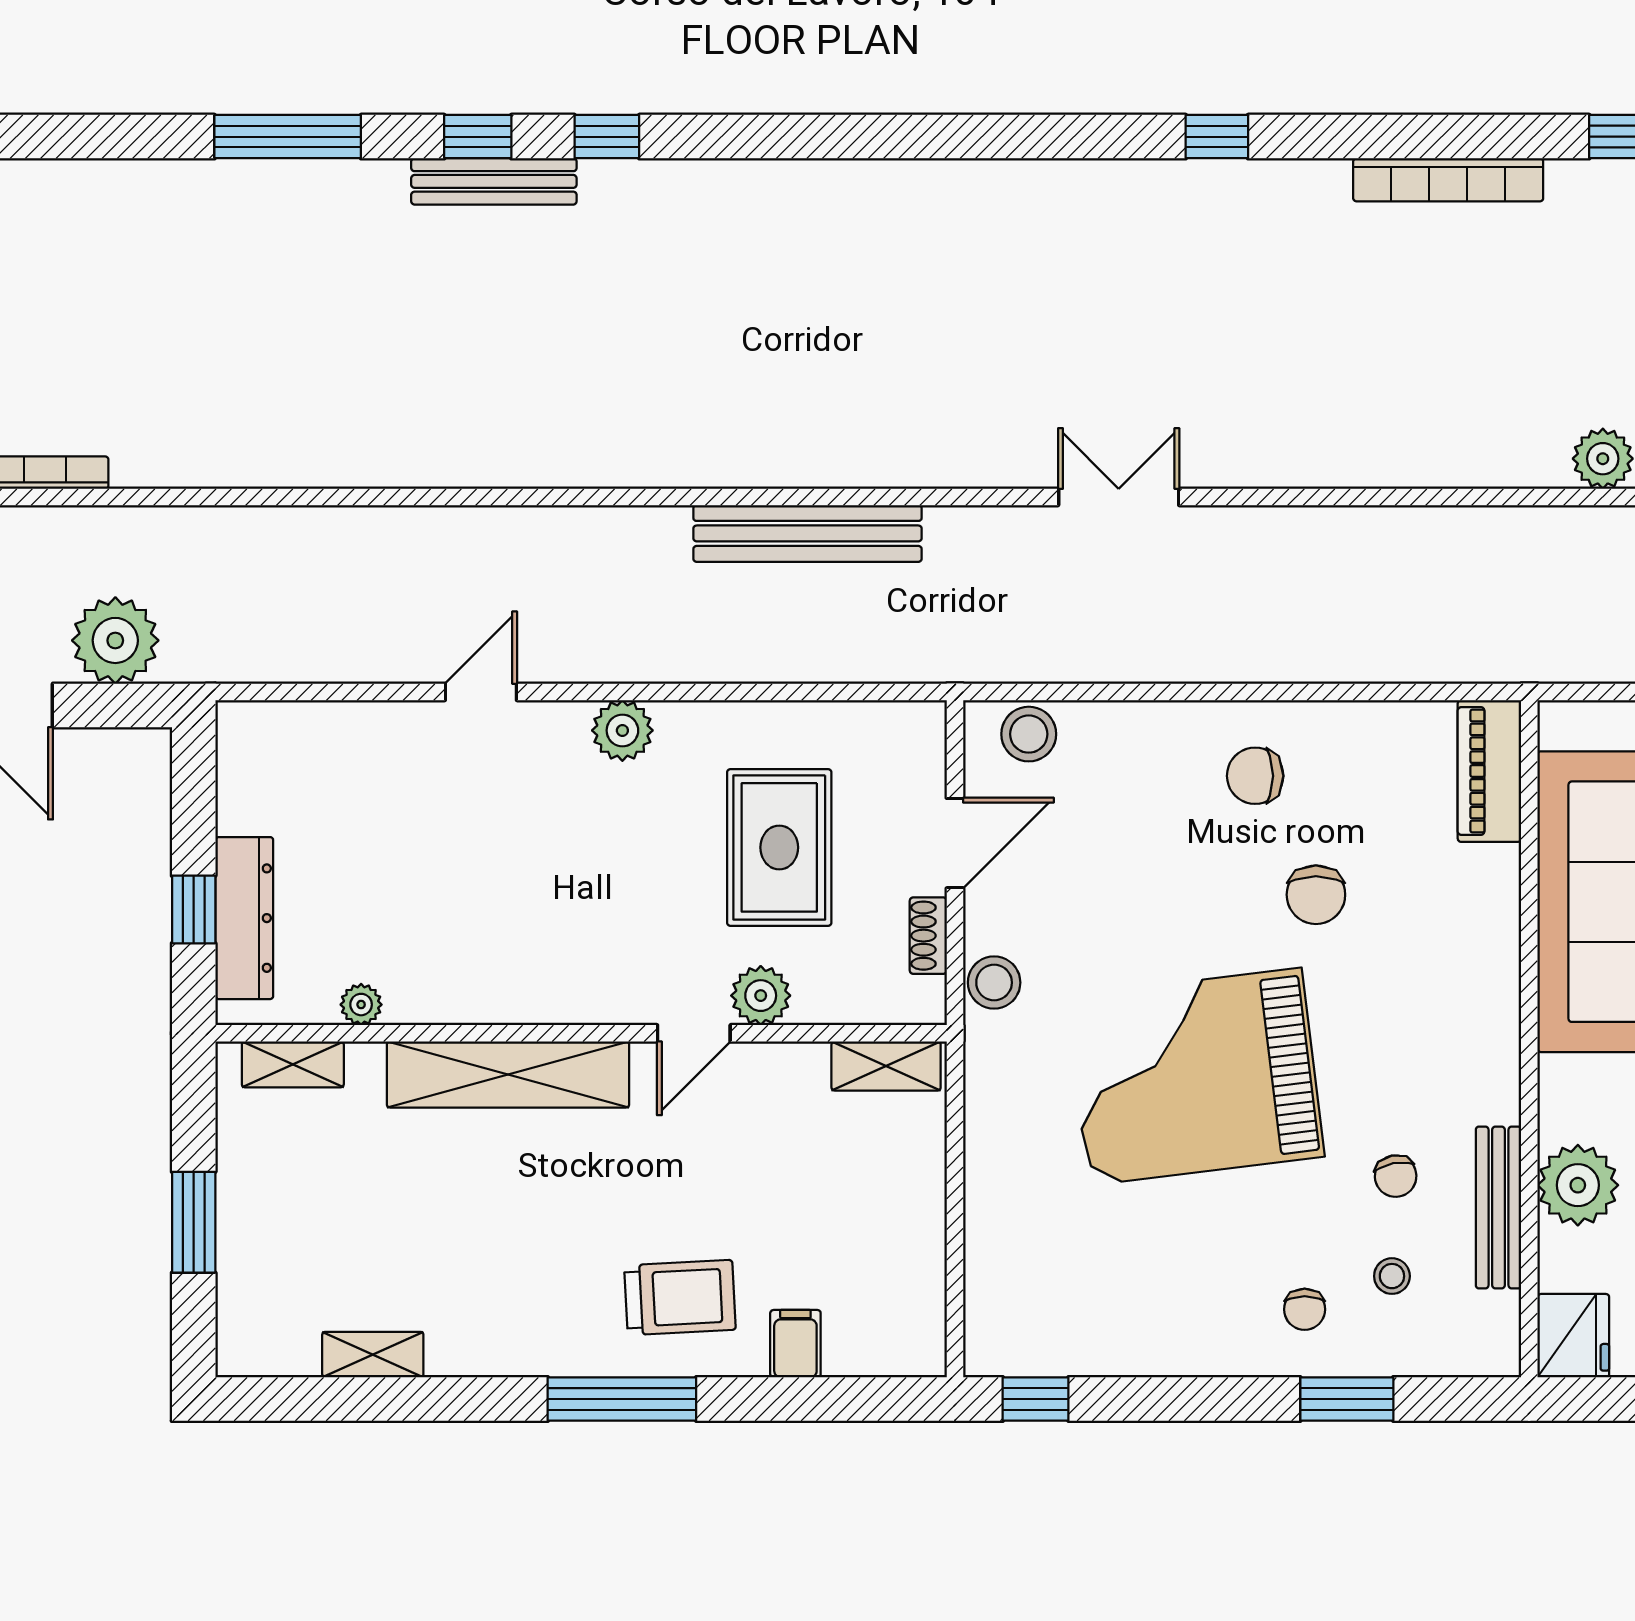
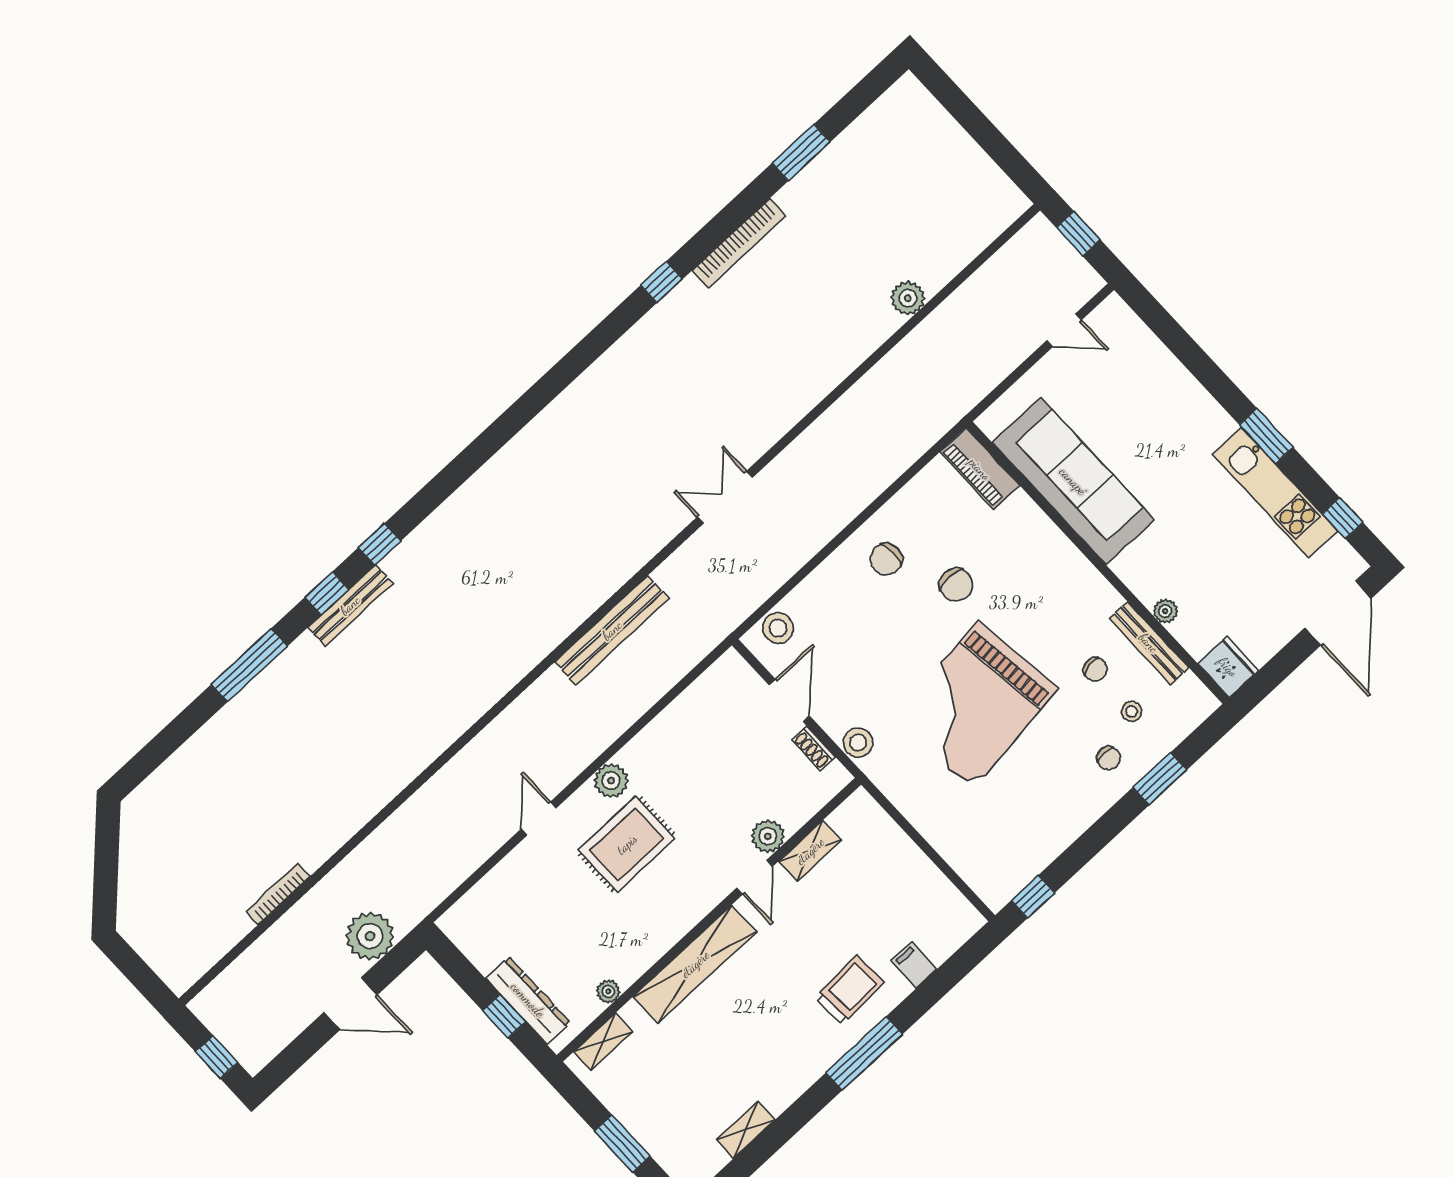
window: (1217, 137) -> (662, 282), moved
rug: (779, 847) -> (627, 844), moved, turned 90
shelving: (886, 1066) -> (810, 851), moved
plant: (1578, 1185) -> (1165, 611), width x0.53, depth x0.53

